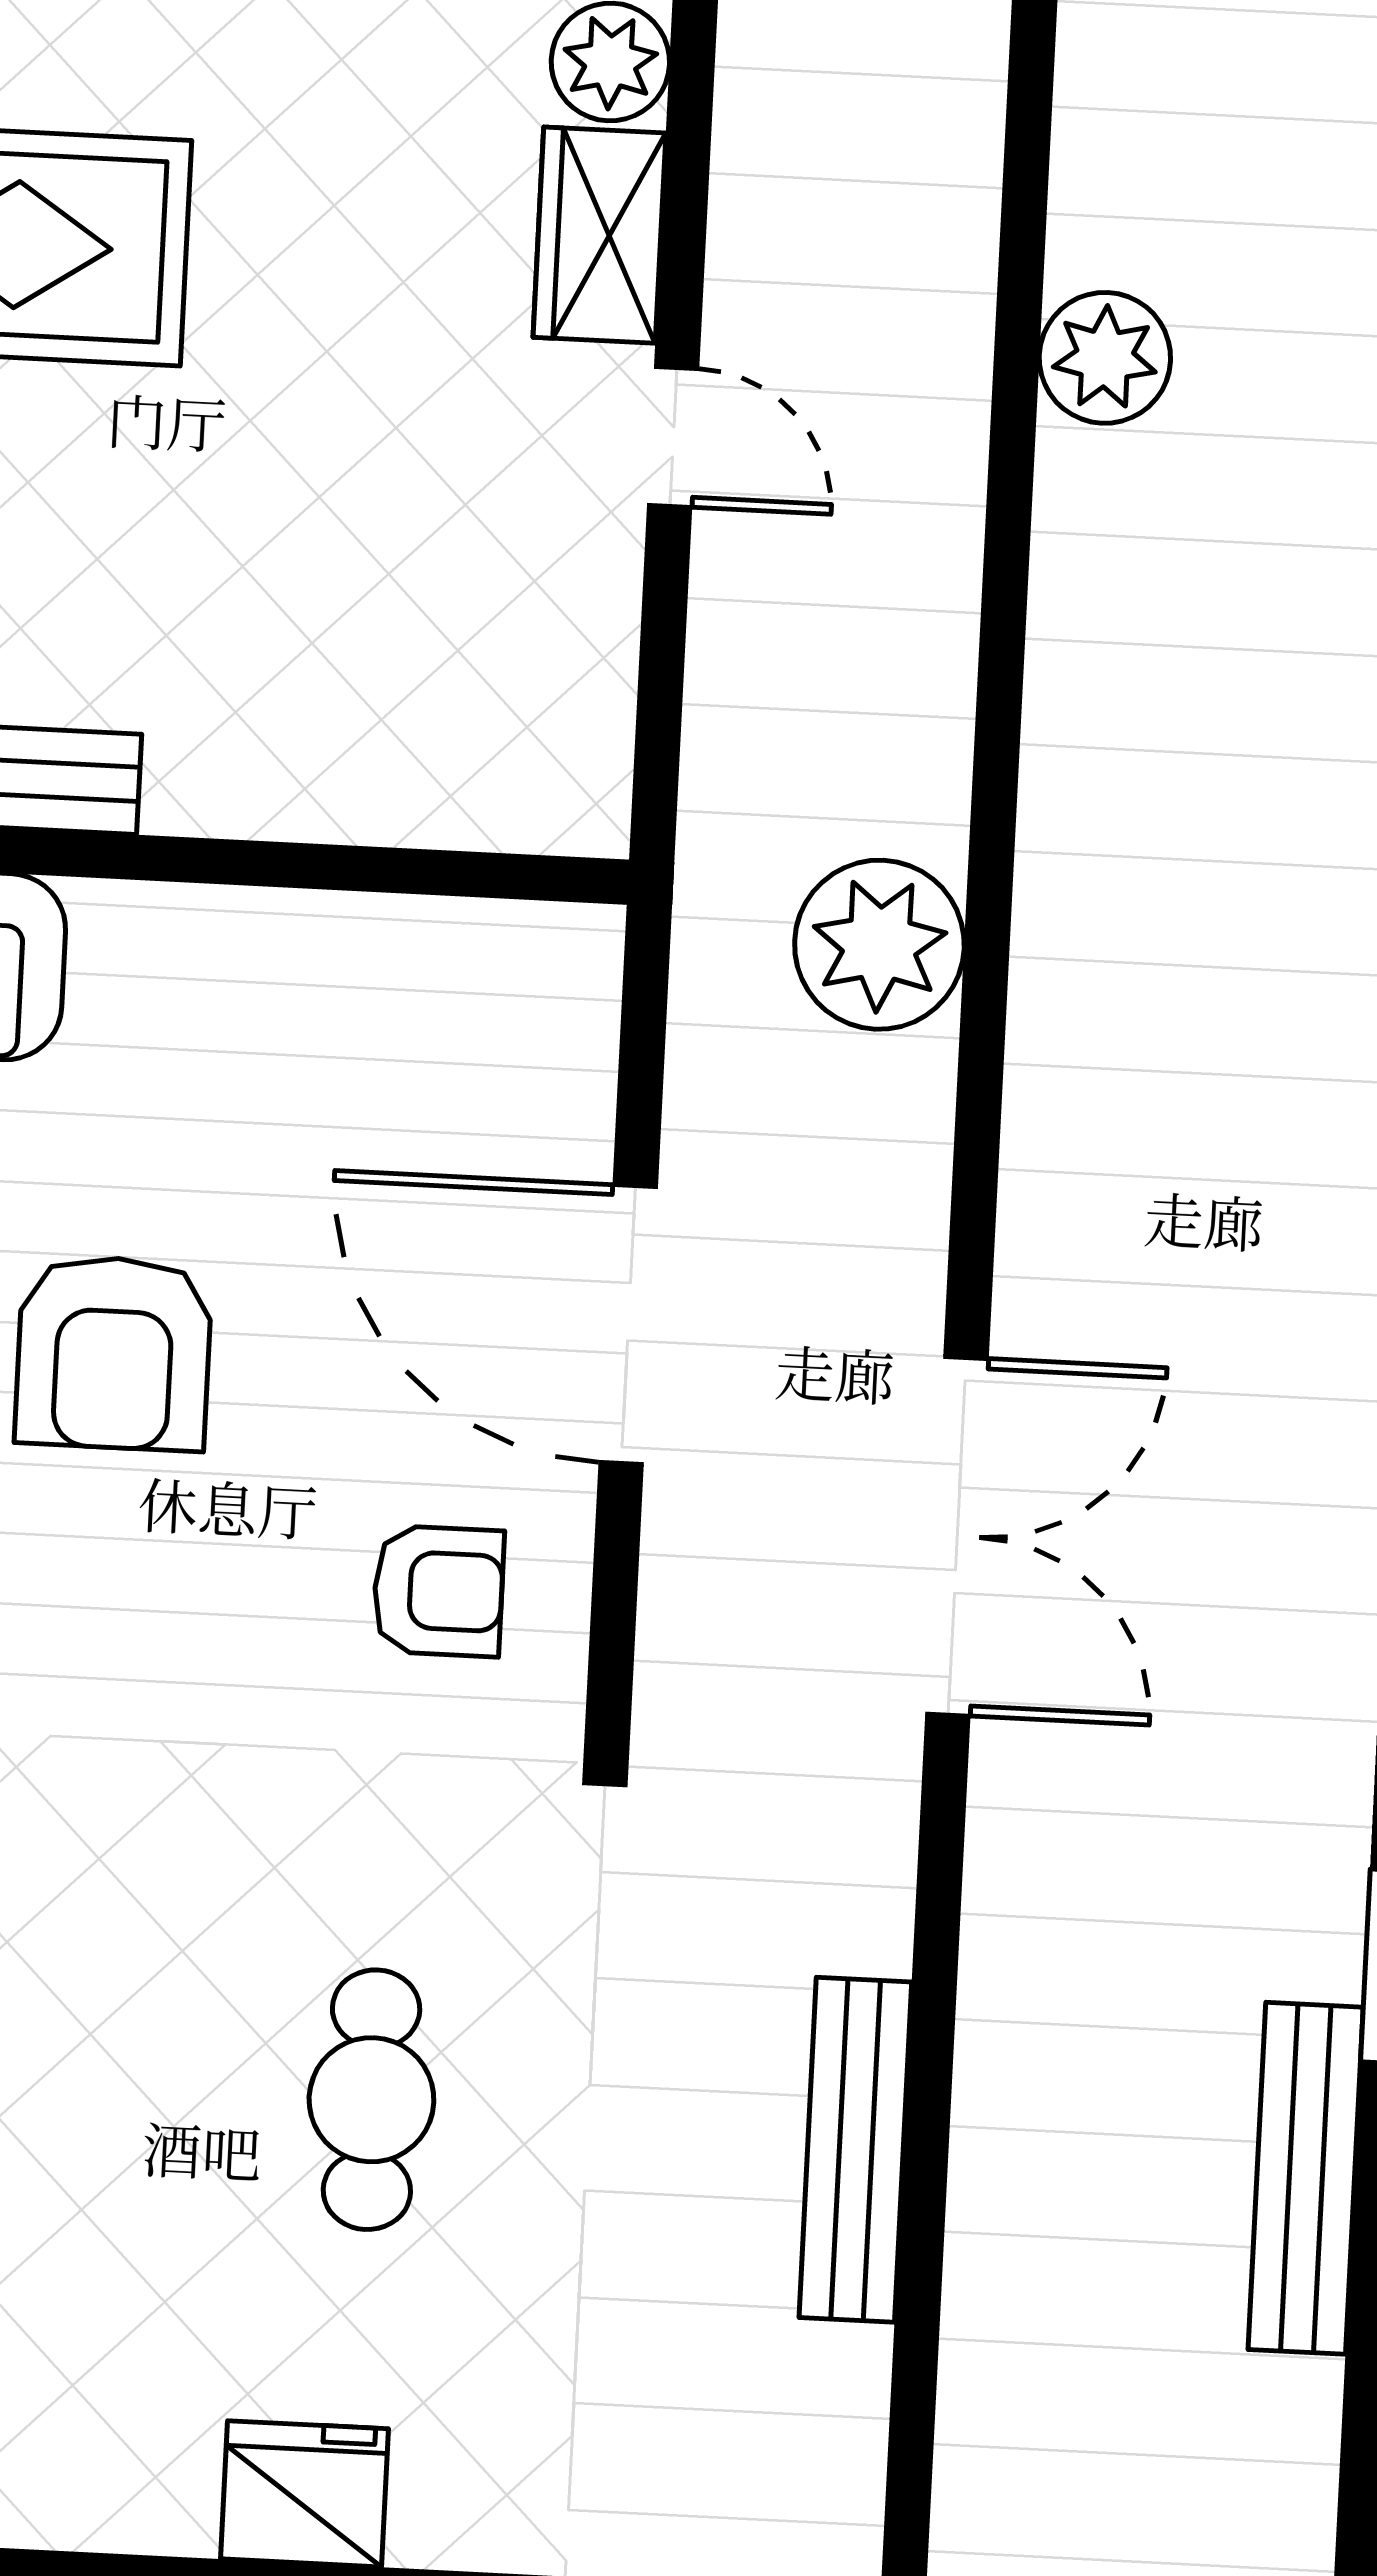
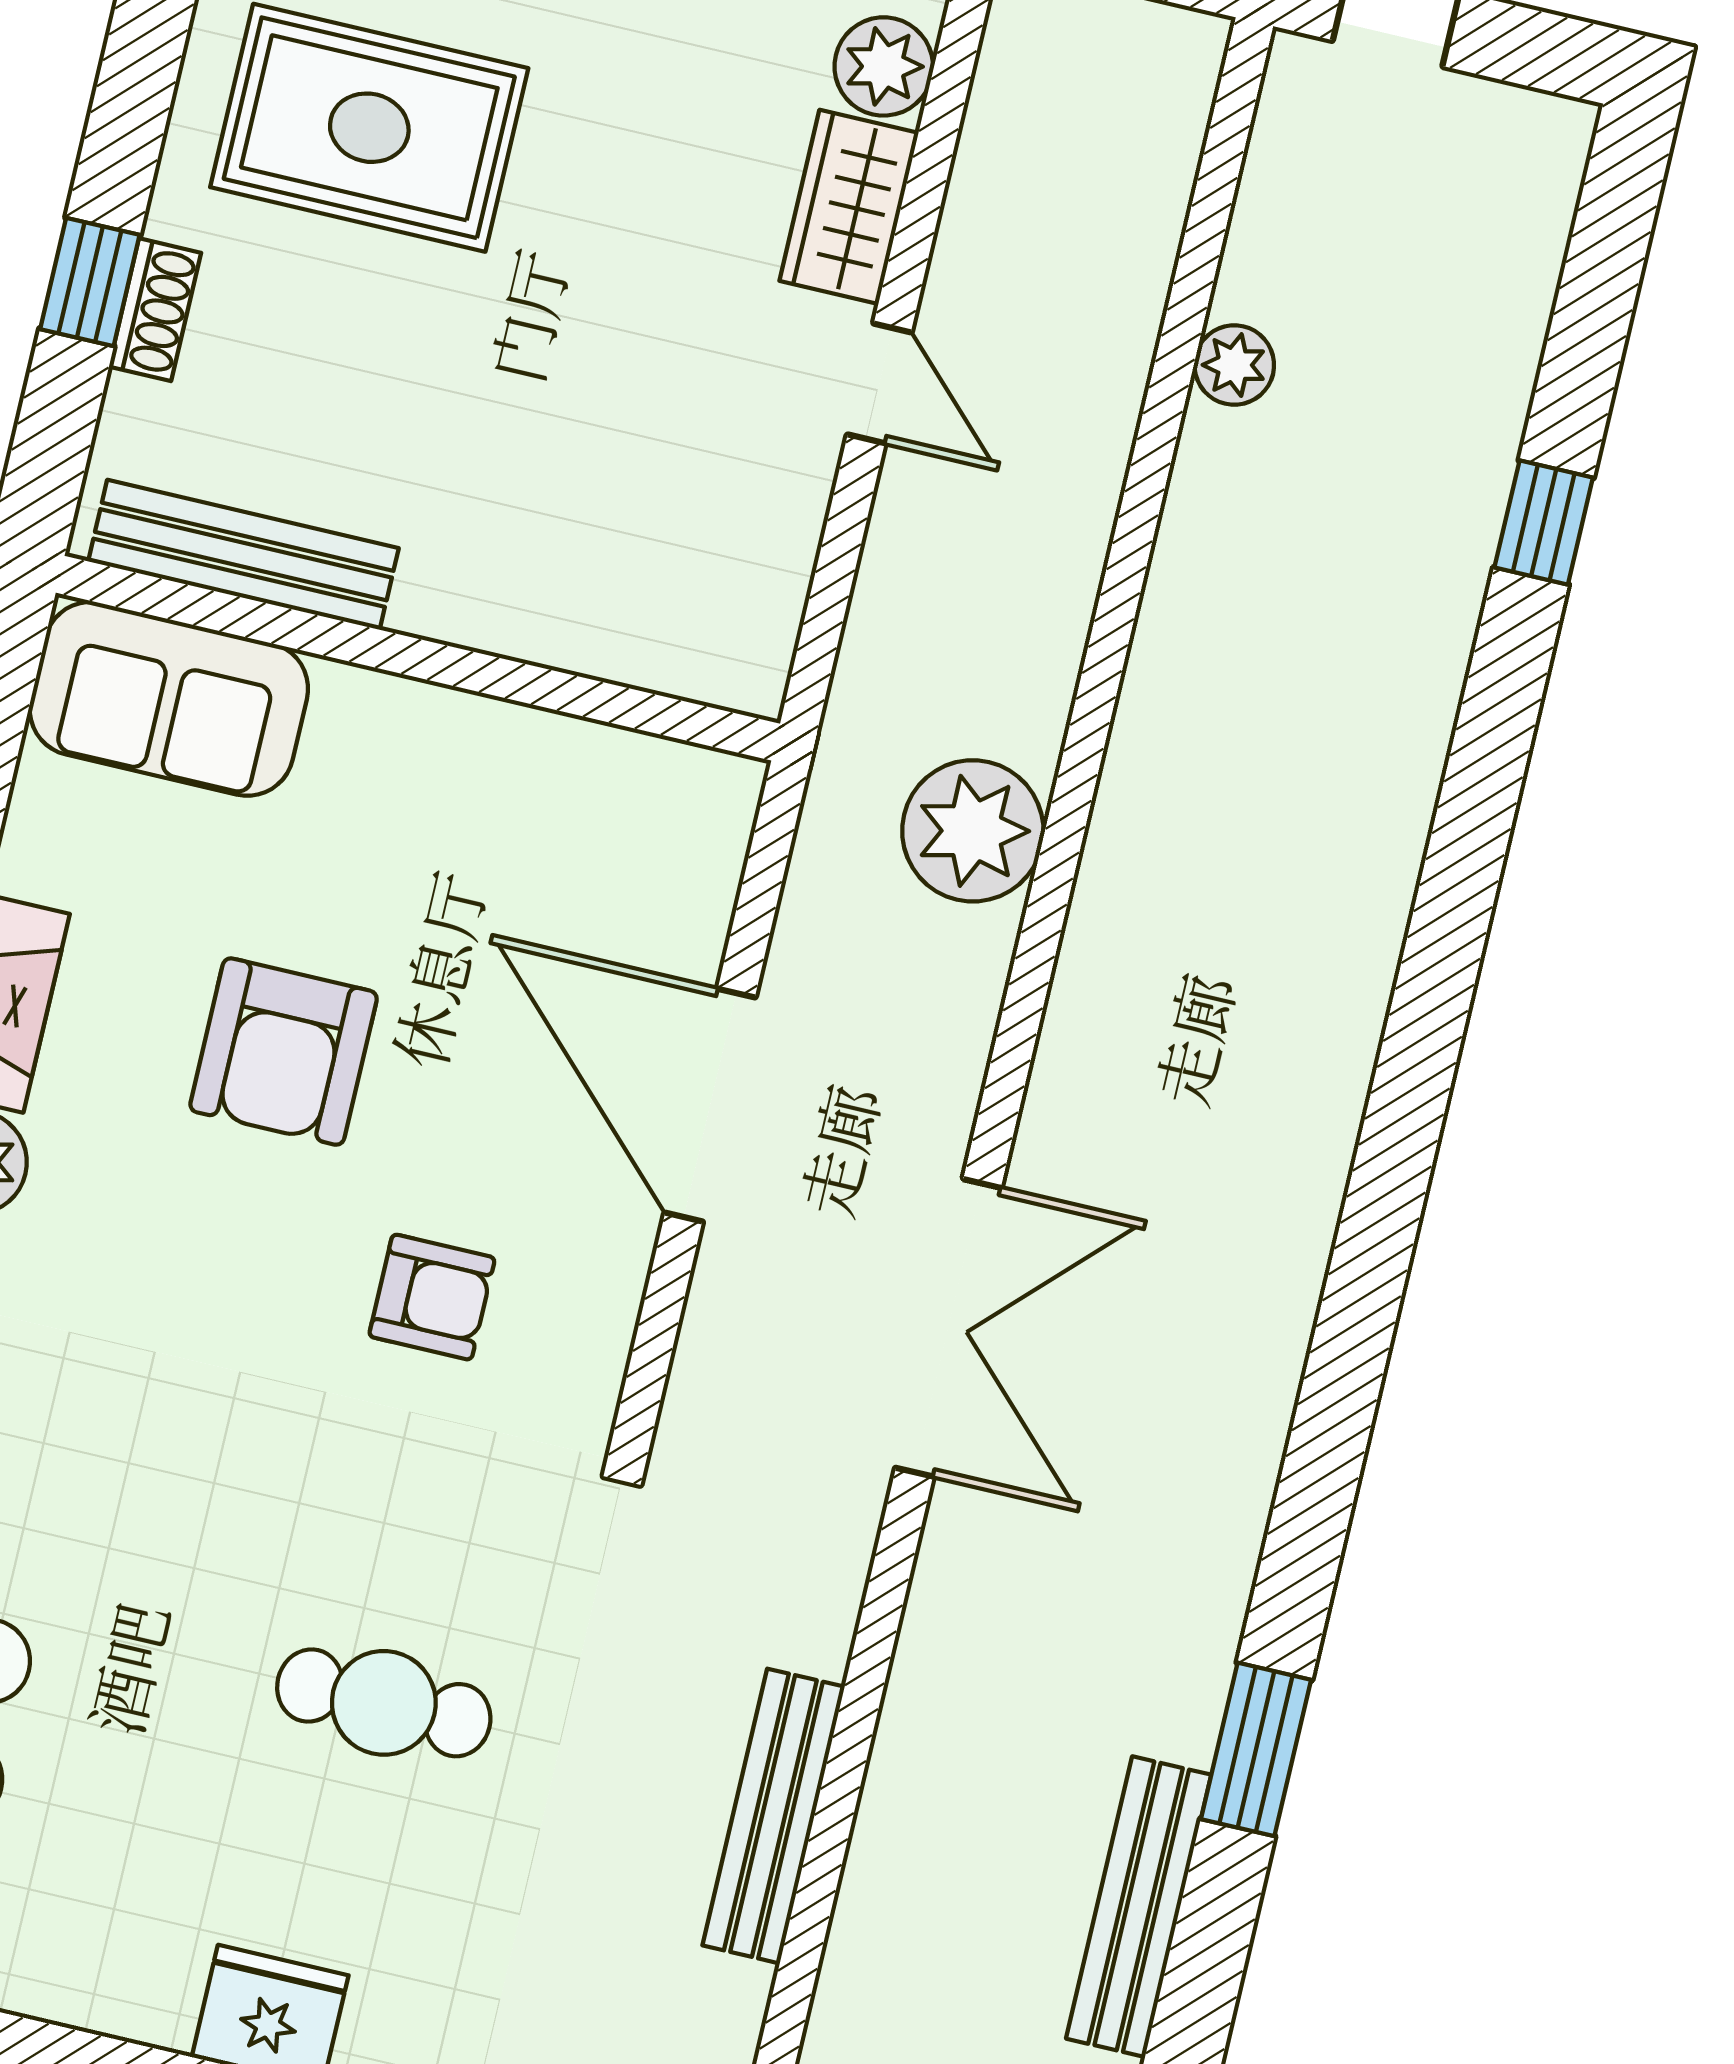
plant: (1105, 358) -> (1234, 365), width x0.73, depth x0.73
armchair: (438, 1591) -> (432, 1297), moved
cafe table: (371, 2100) -> (384, 1703), turned 90

